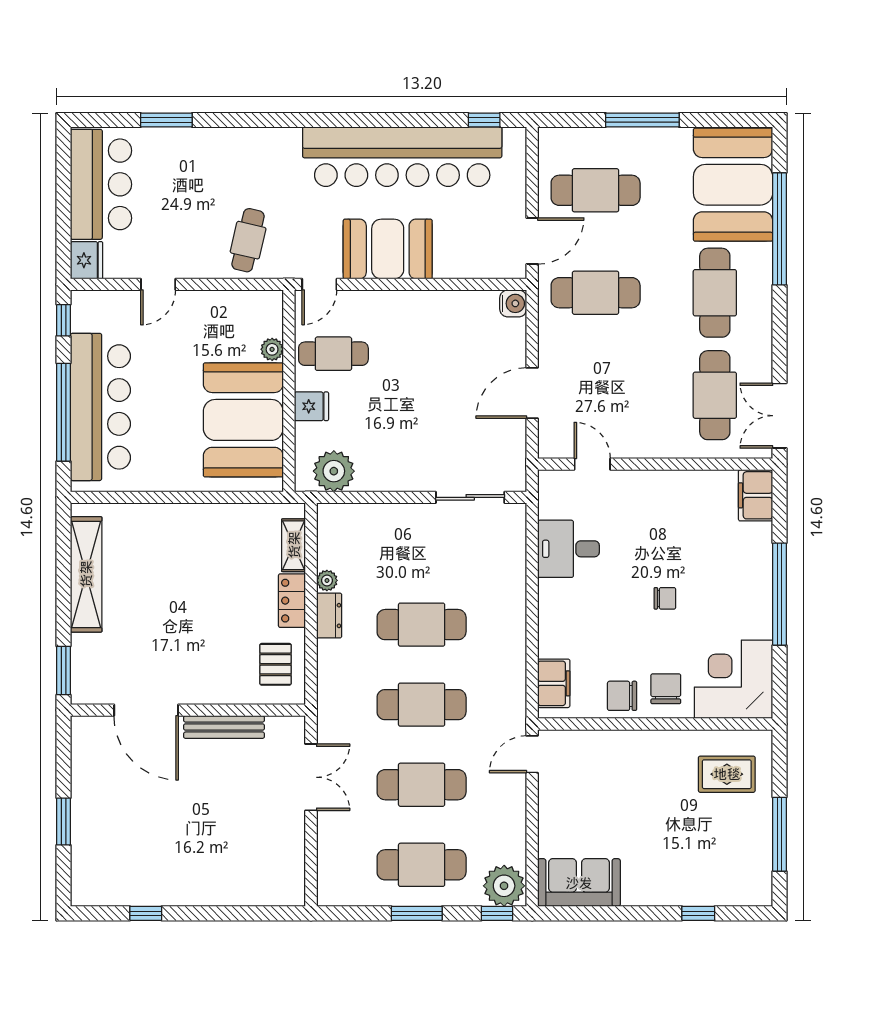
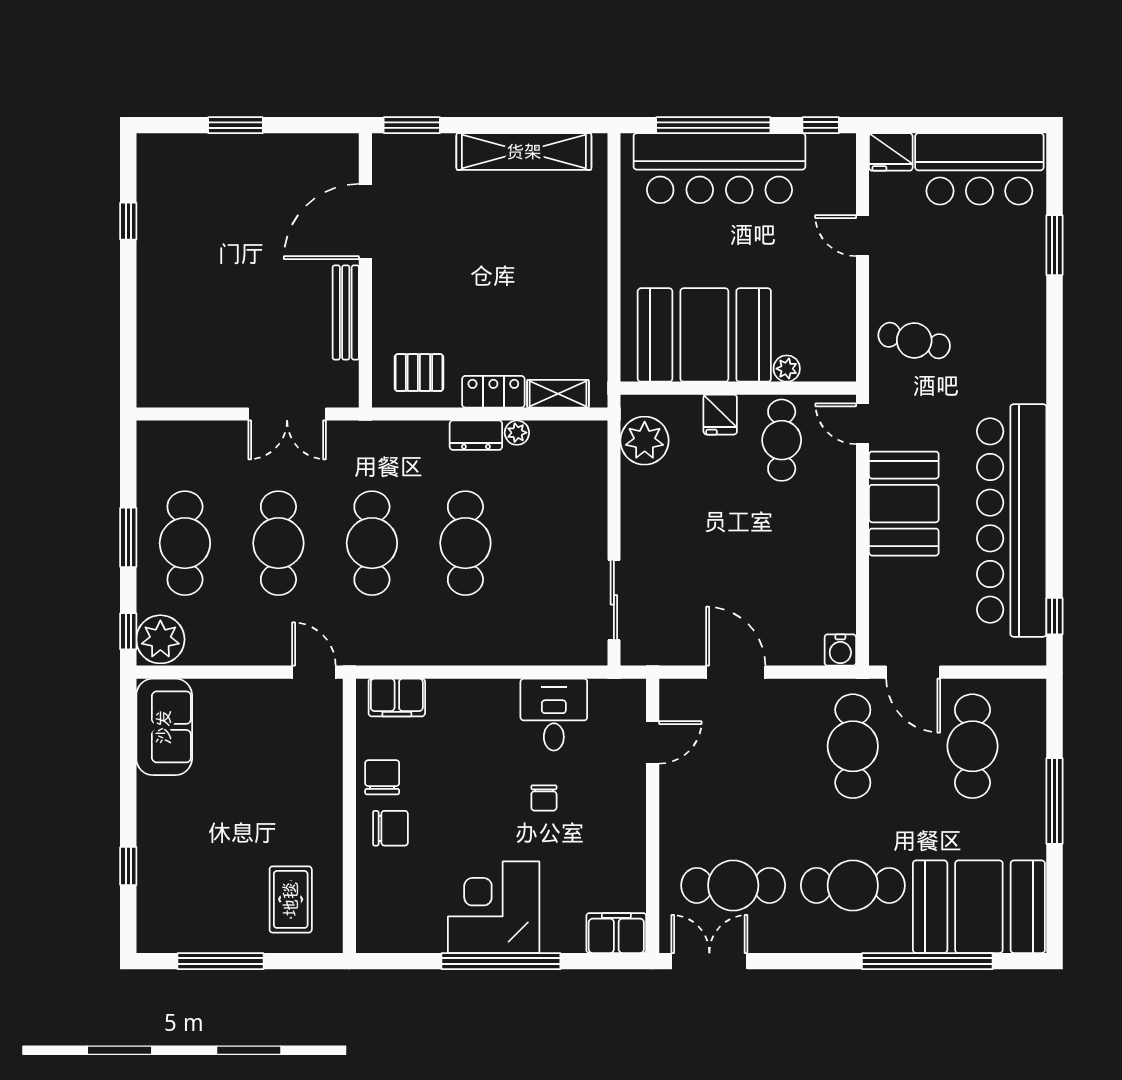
chair: (665, 598) -> (544, 798), moved
corner desk: (733, 679) -> (494, 907), moved, turned -90

